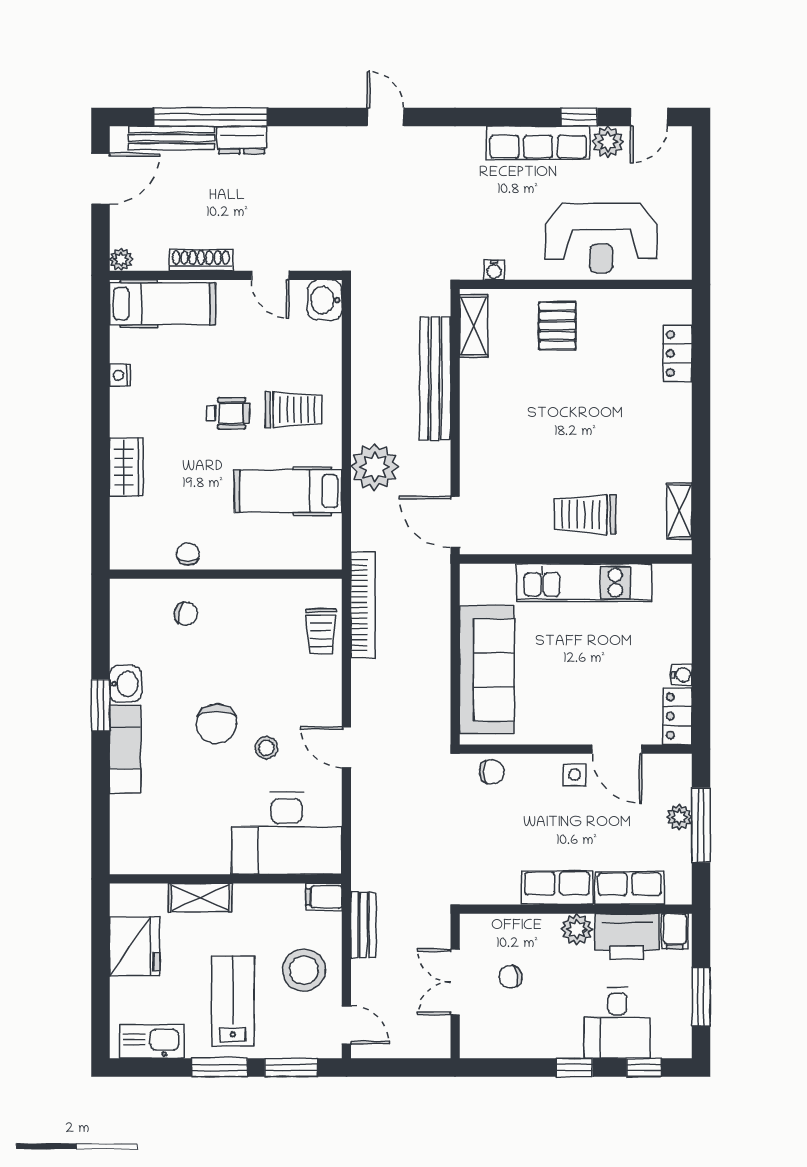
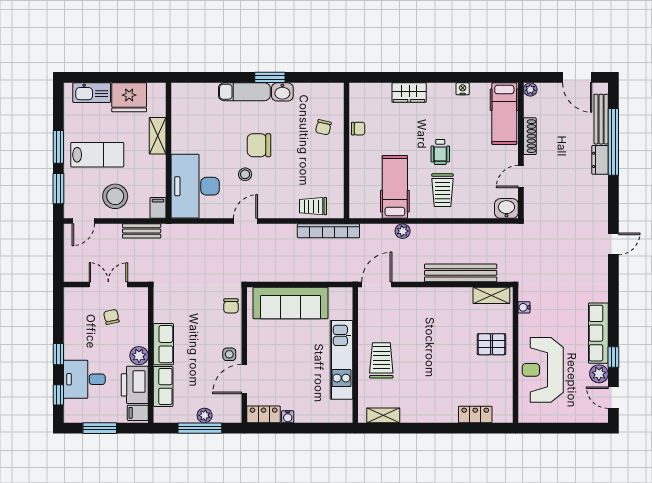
plant: (375, 467) -> (403, 231), width x0.53, depth x0.53
kitchen sink: (152, 1041) -> (92, 93), moved, turned 90

